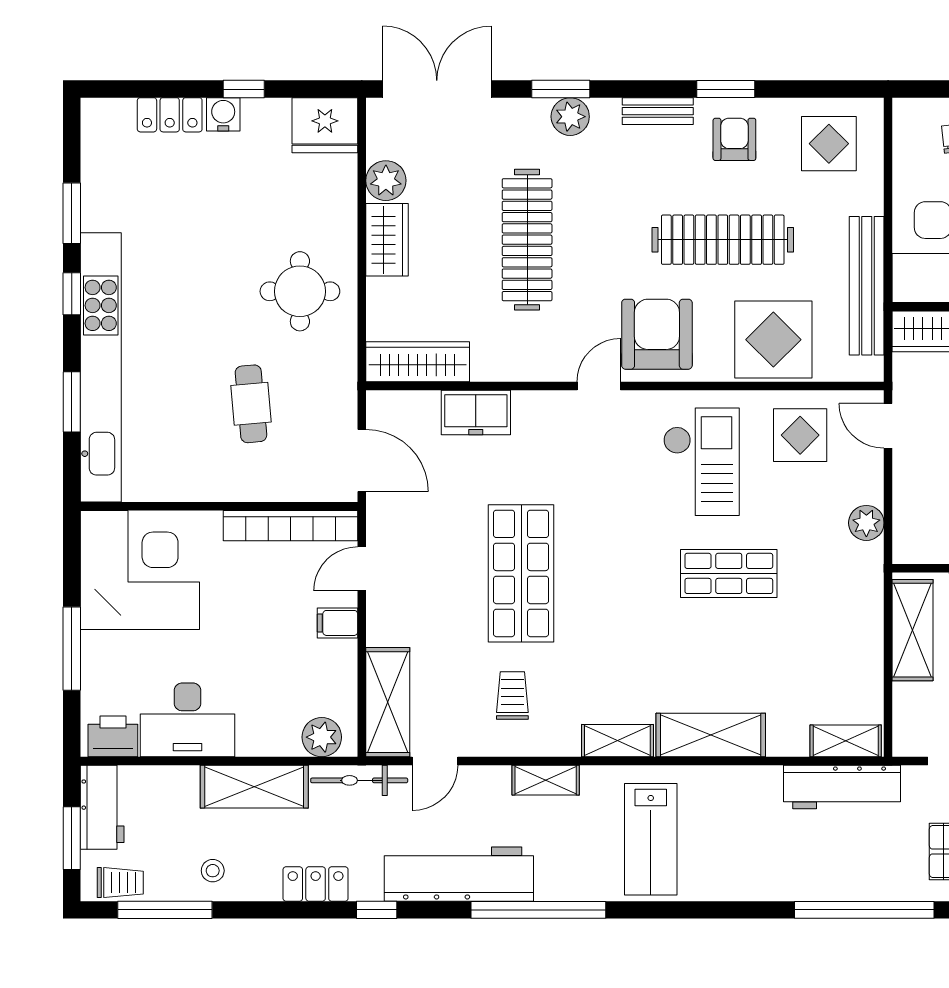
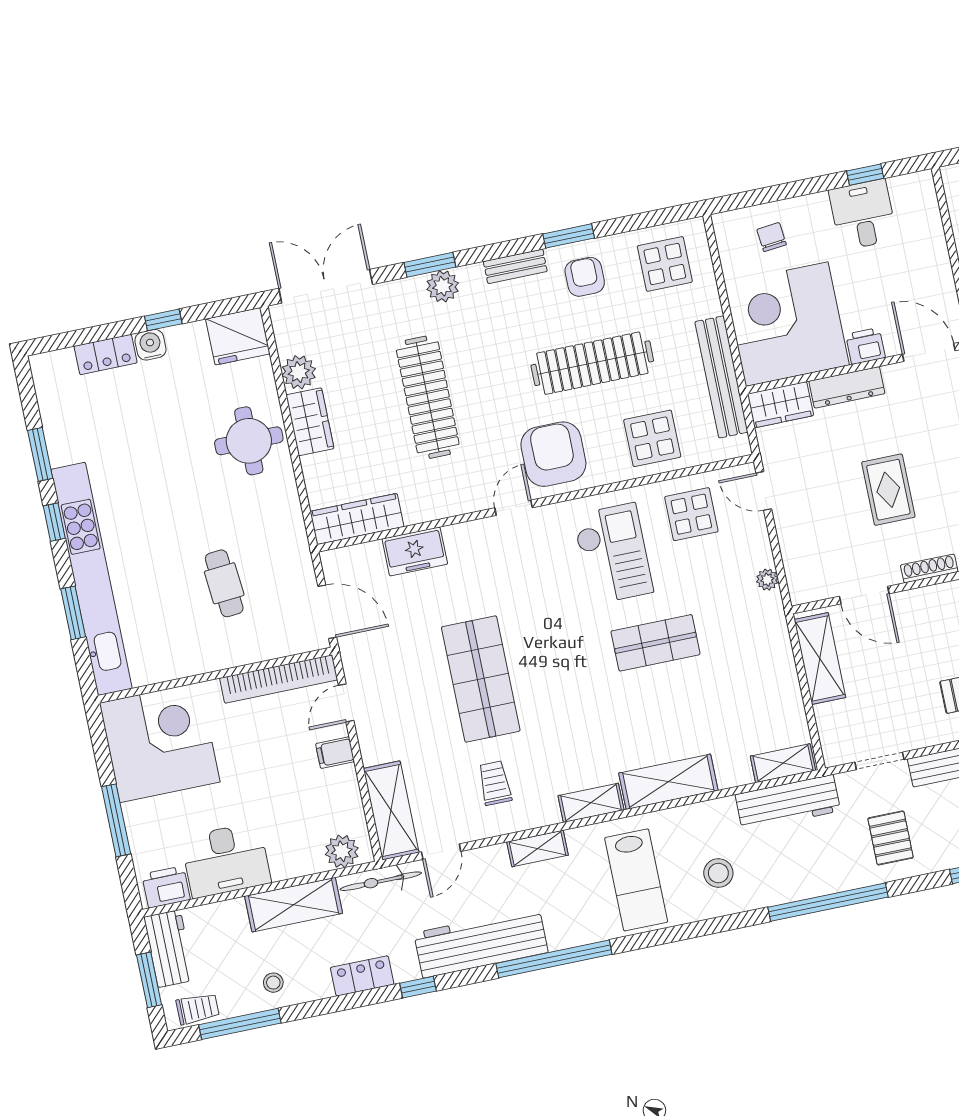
round table: (300, 291) -> (249, 441), moved
display table: (773, 340) -> (652, 438), width x0.73, depth x0.73
plant: (866, 523) -> (767, 580), width x0.73, depth x0.73
stool: (746, 851) -> (718, 873), added

